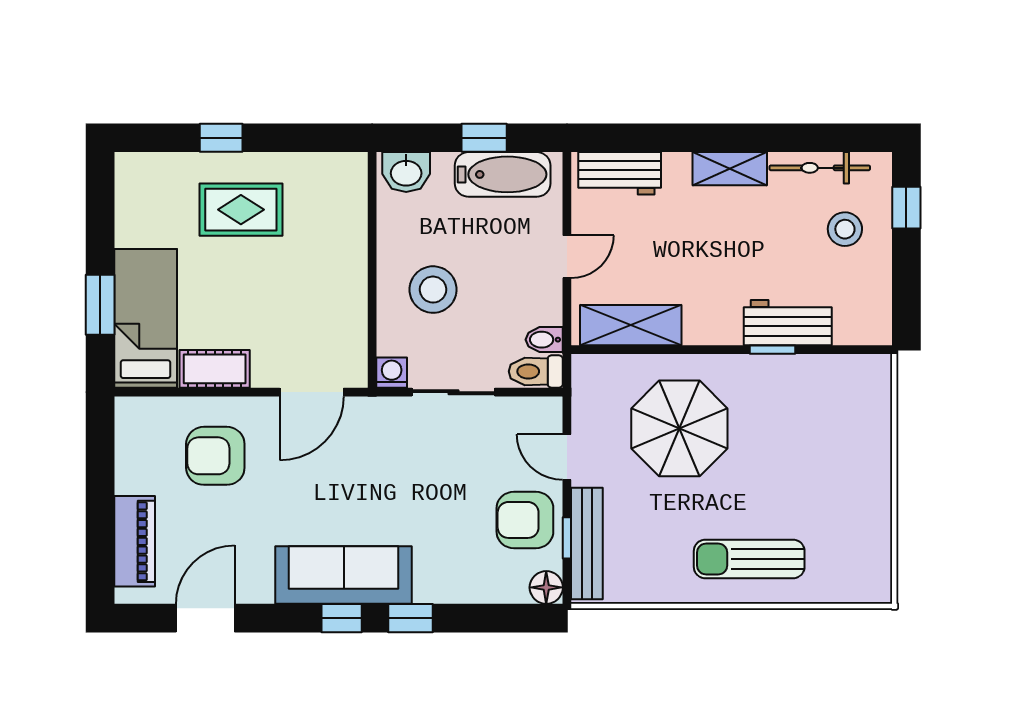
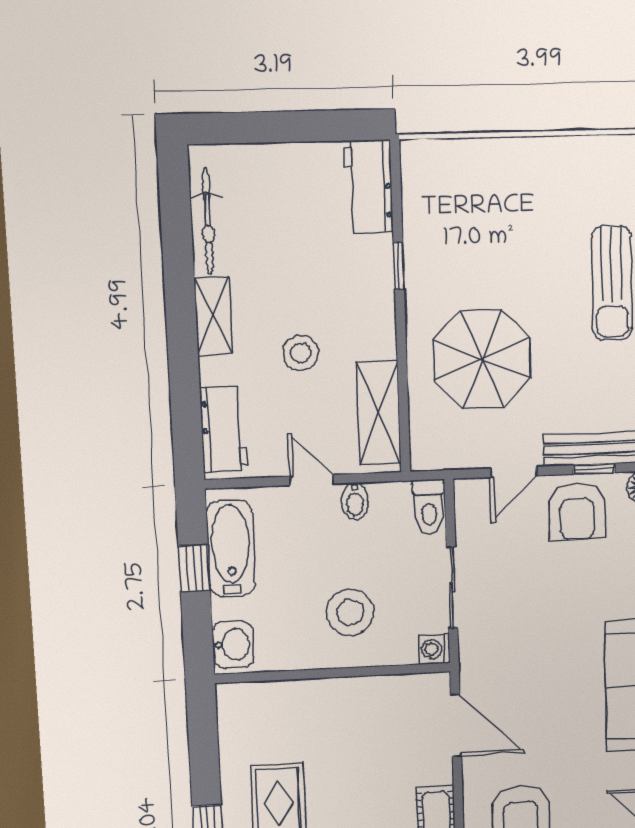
window: (906, 208) -> (245, 128), removed
stool: (845, 229) -> (301, 353), moved
workbench: (788, 323) -> (368, 187), moved
bidet: (544, 340) -> (355, 501), moved

